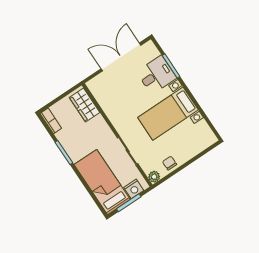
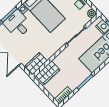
wardrobe: (100, 91) -> (36, 63), added

